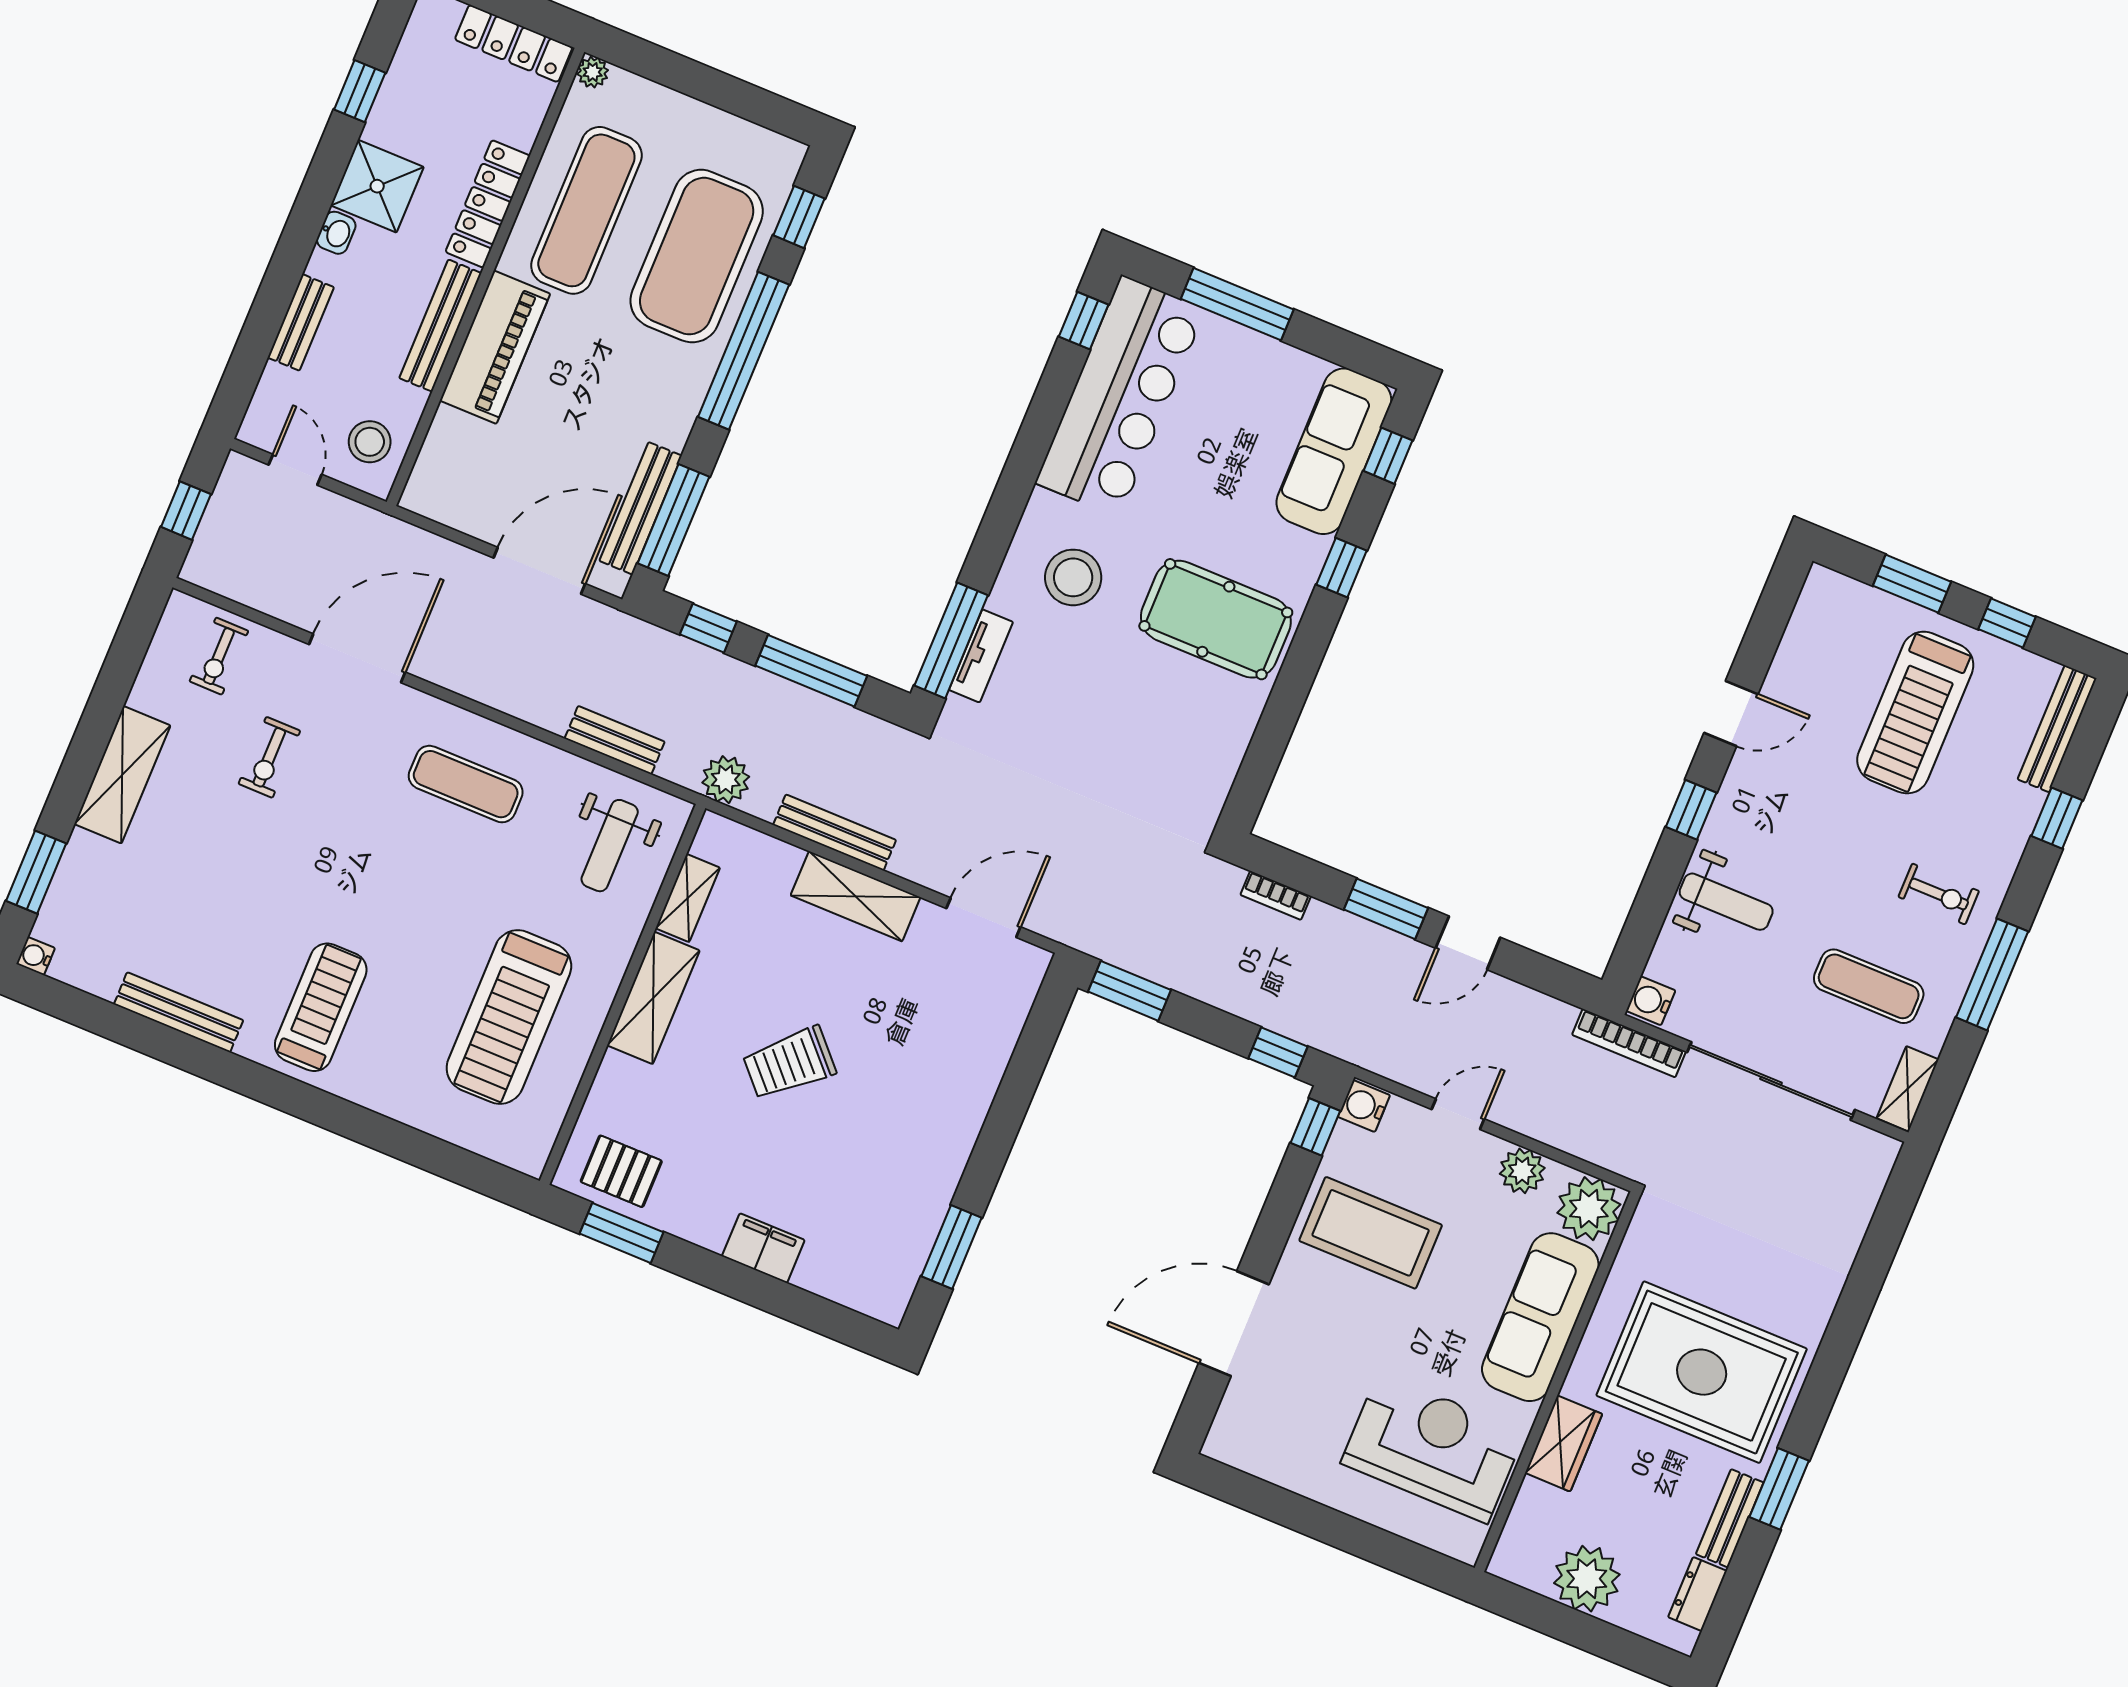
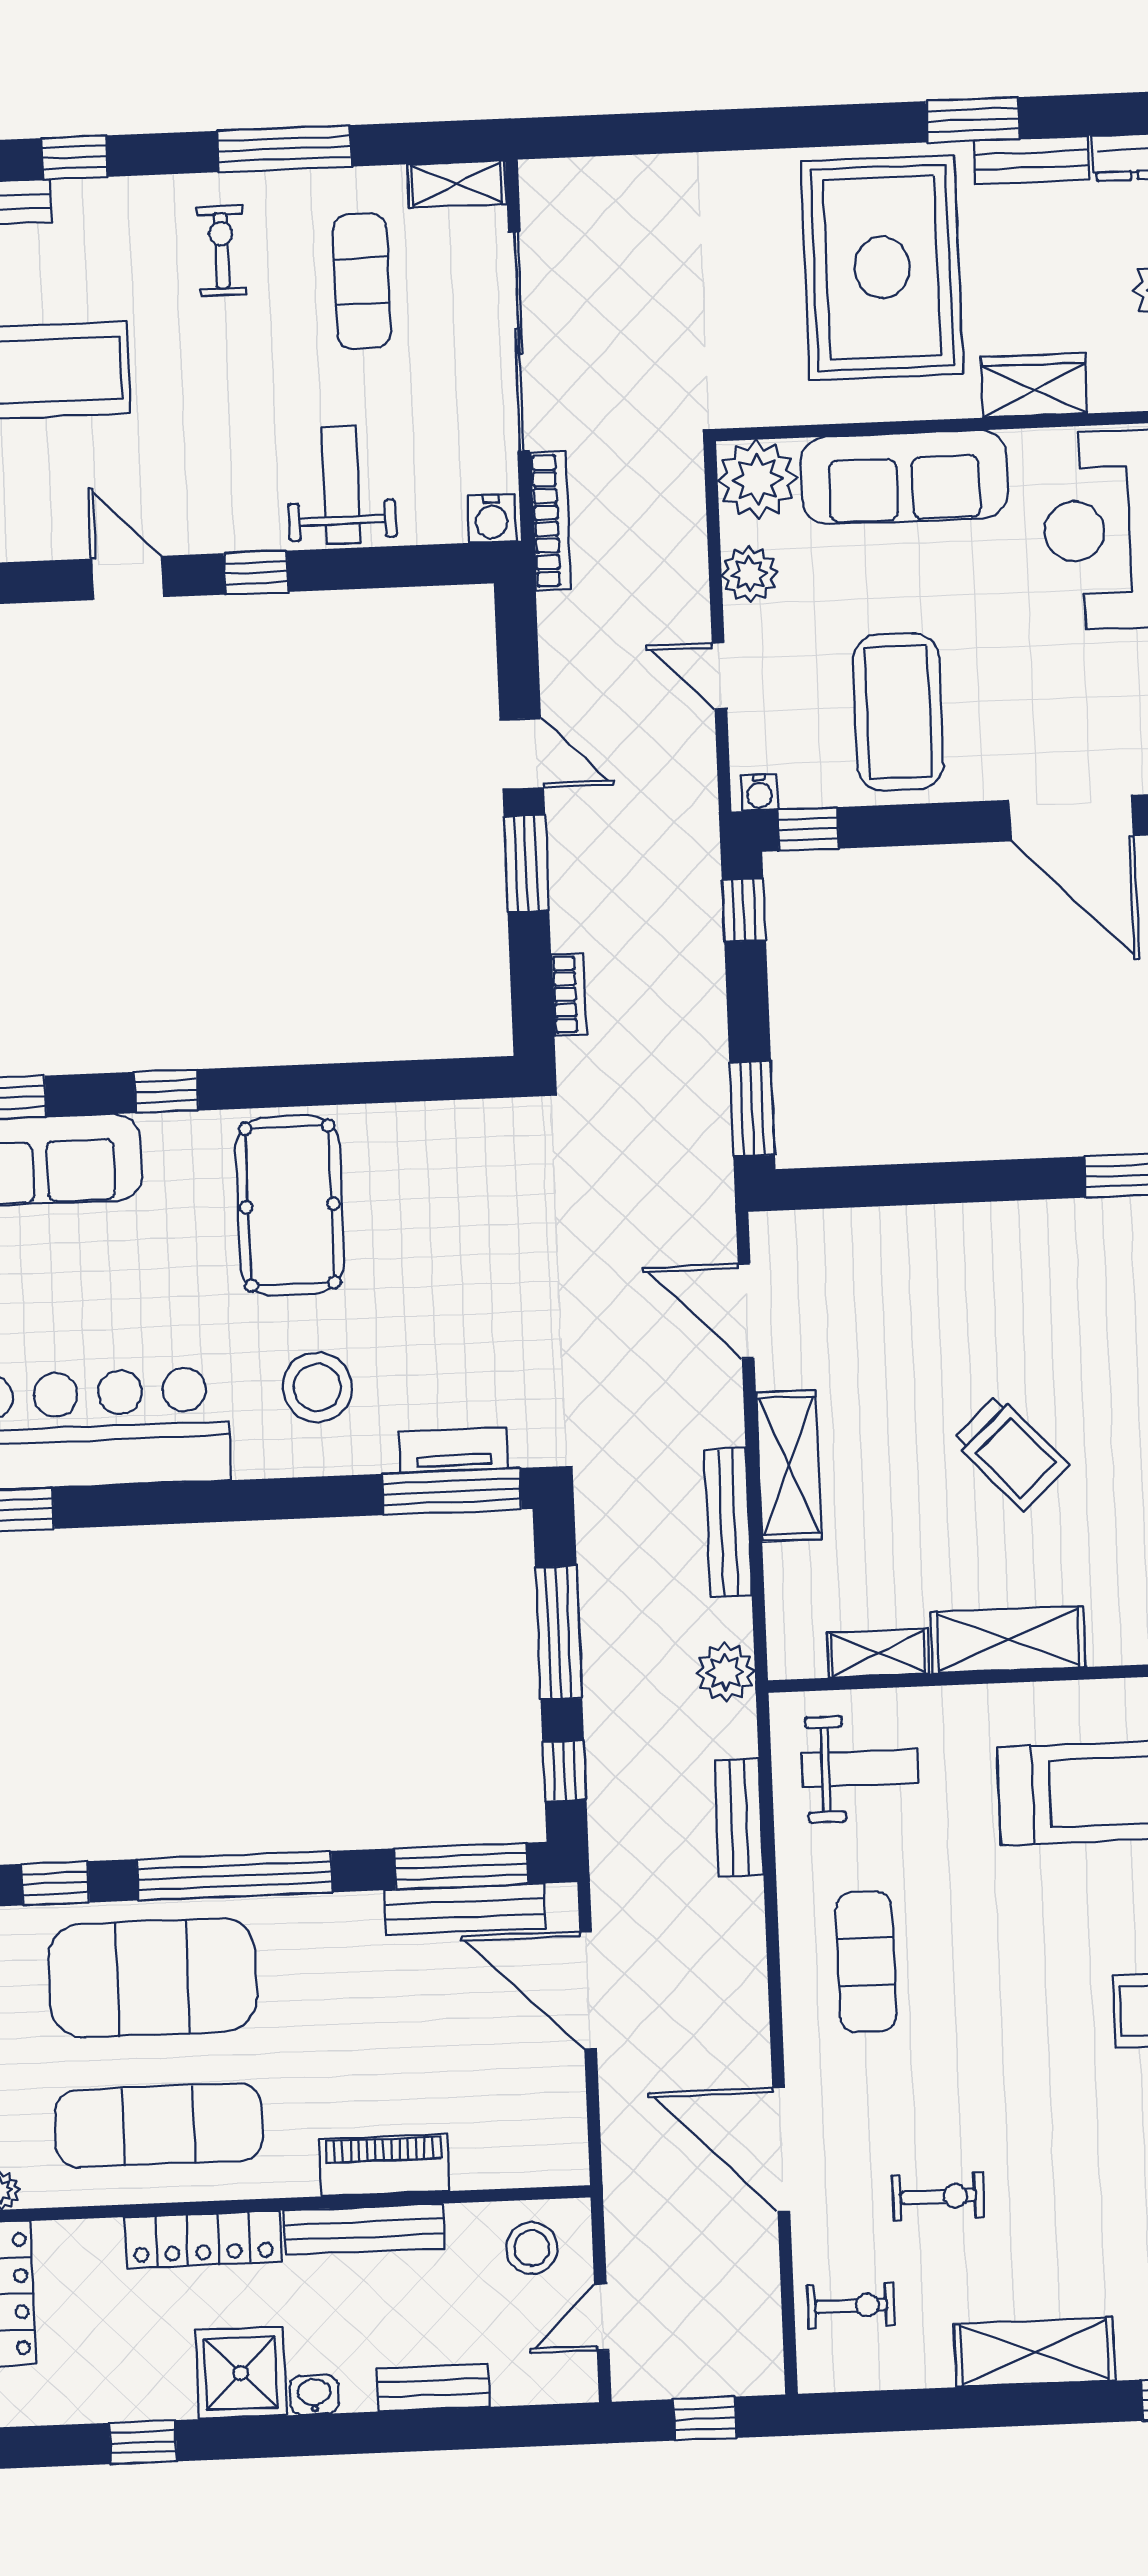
piano: (495, 347) -> (384, 2165), width x0.73, depth x0.75
water cooler: (1364, 1106) -> (760, 792), width x0.72, depth x0.72

